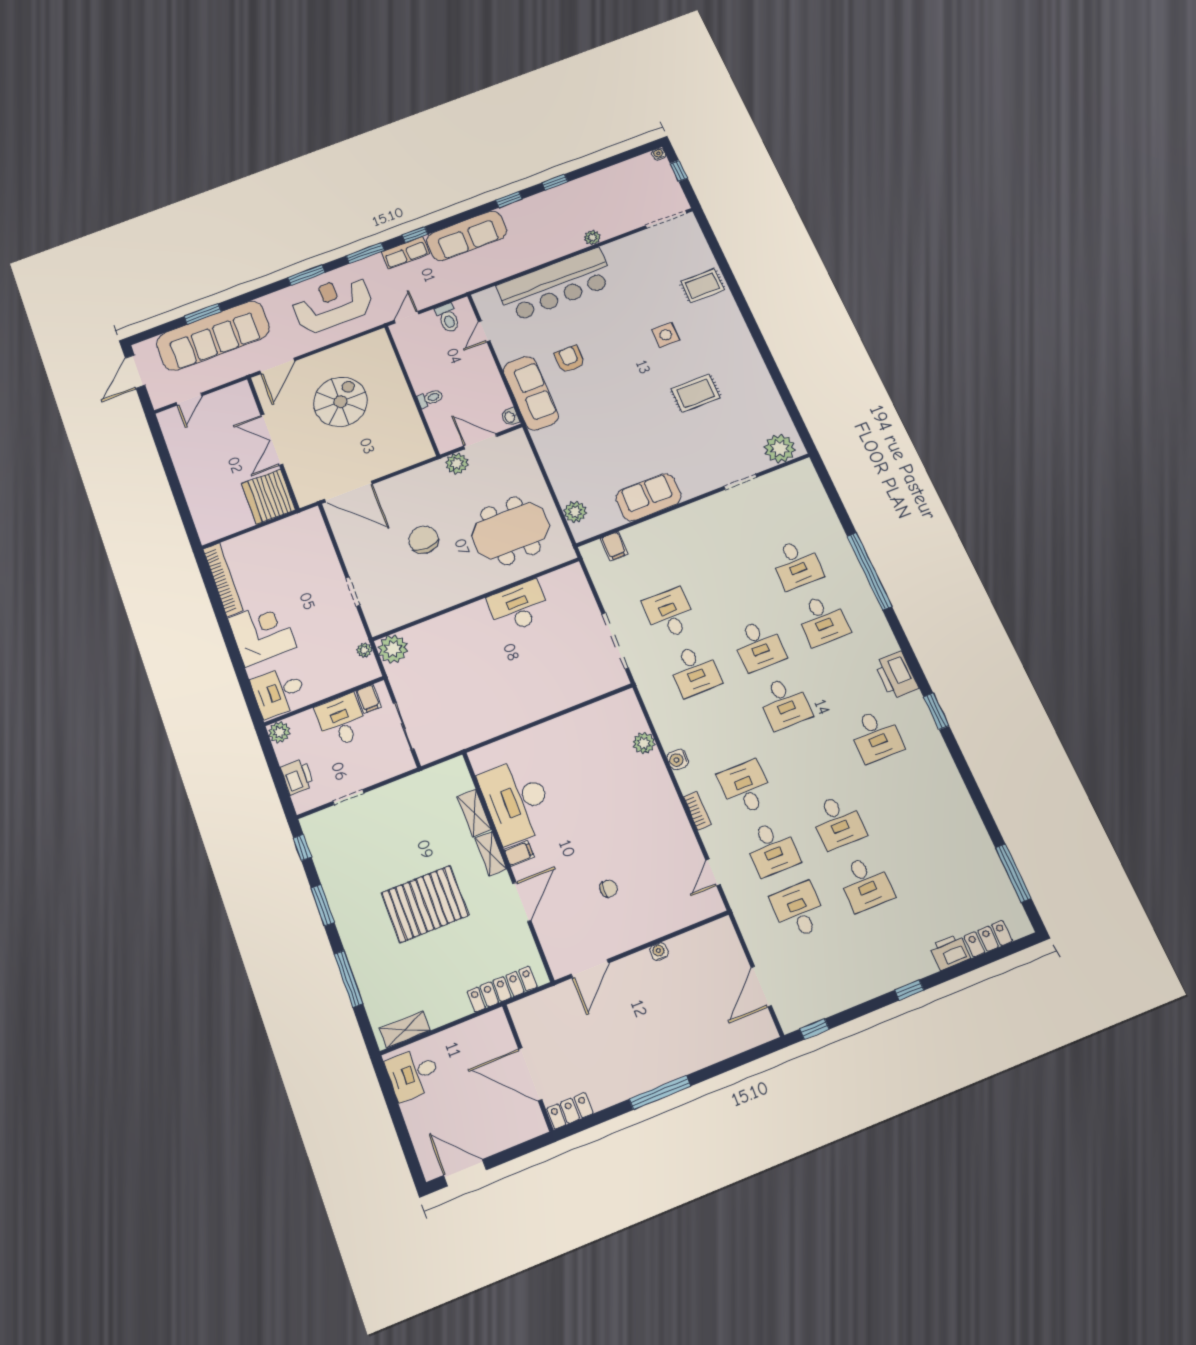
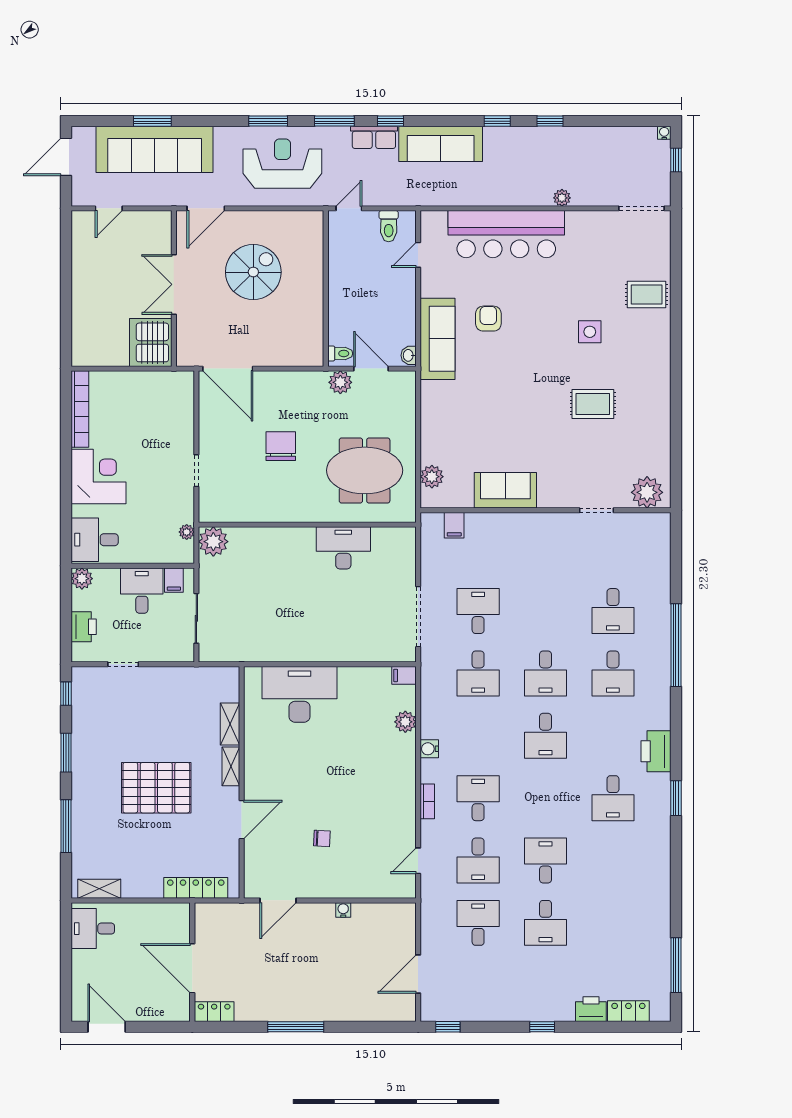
toilet: (430, 398) -> (340, 353), moved
desk: (516, 801) -> (299, 694), moved, turned 90
desk: (838, 822) -> (546, 861), turned 180
filing cabinet: (519, 853) -> (404, 675), moved, turned 180

